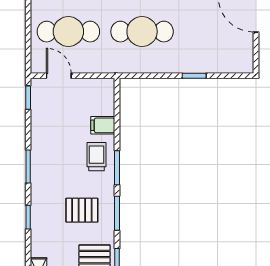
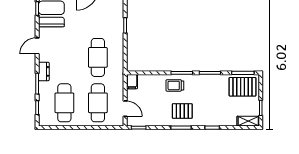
door: (59, 76) -> (125, 109), swing flipped
filing cabinet: (103, 125) -> (132, 82), moved
pallet: (82, 210) -> (182, 111), moved, turned 90

